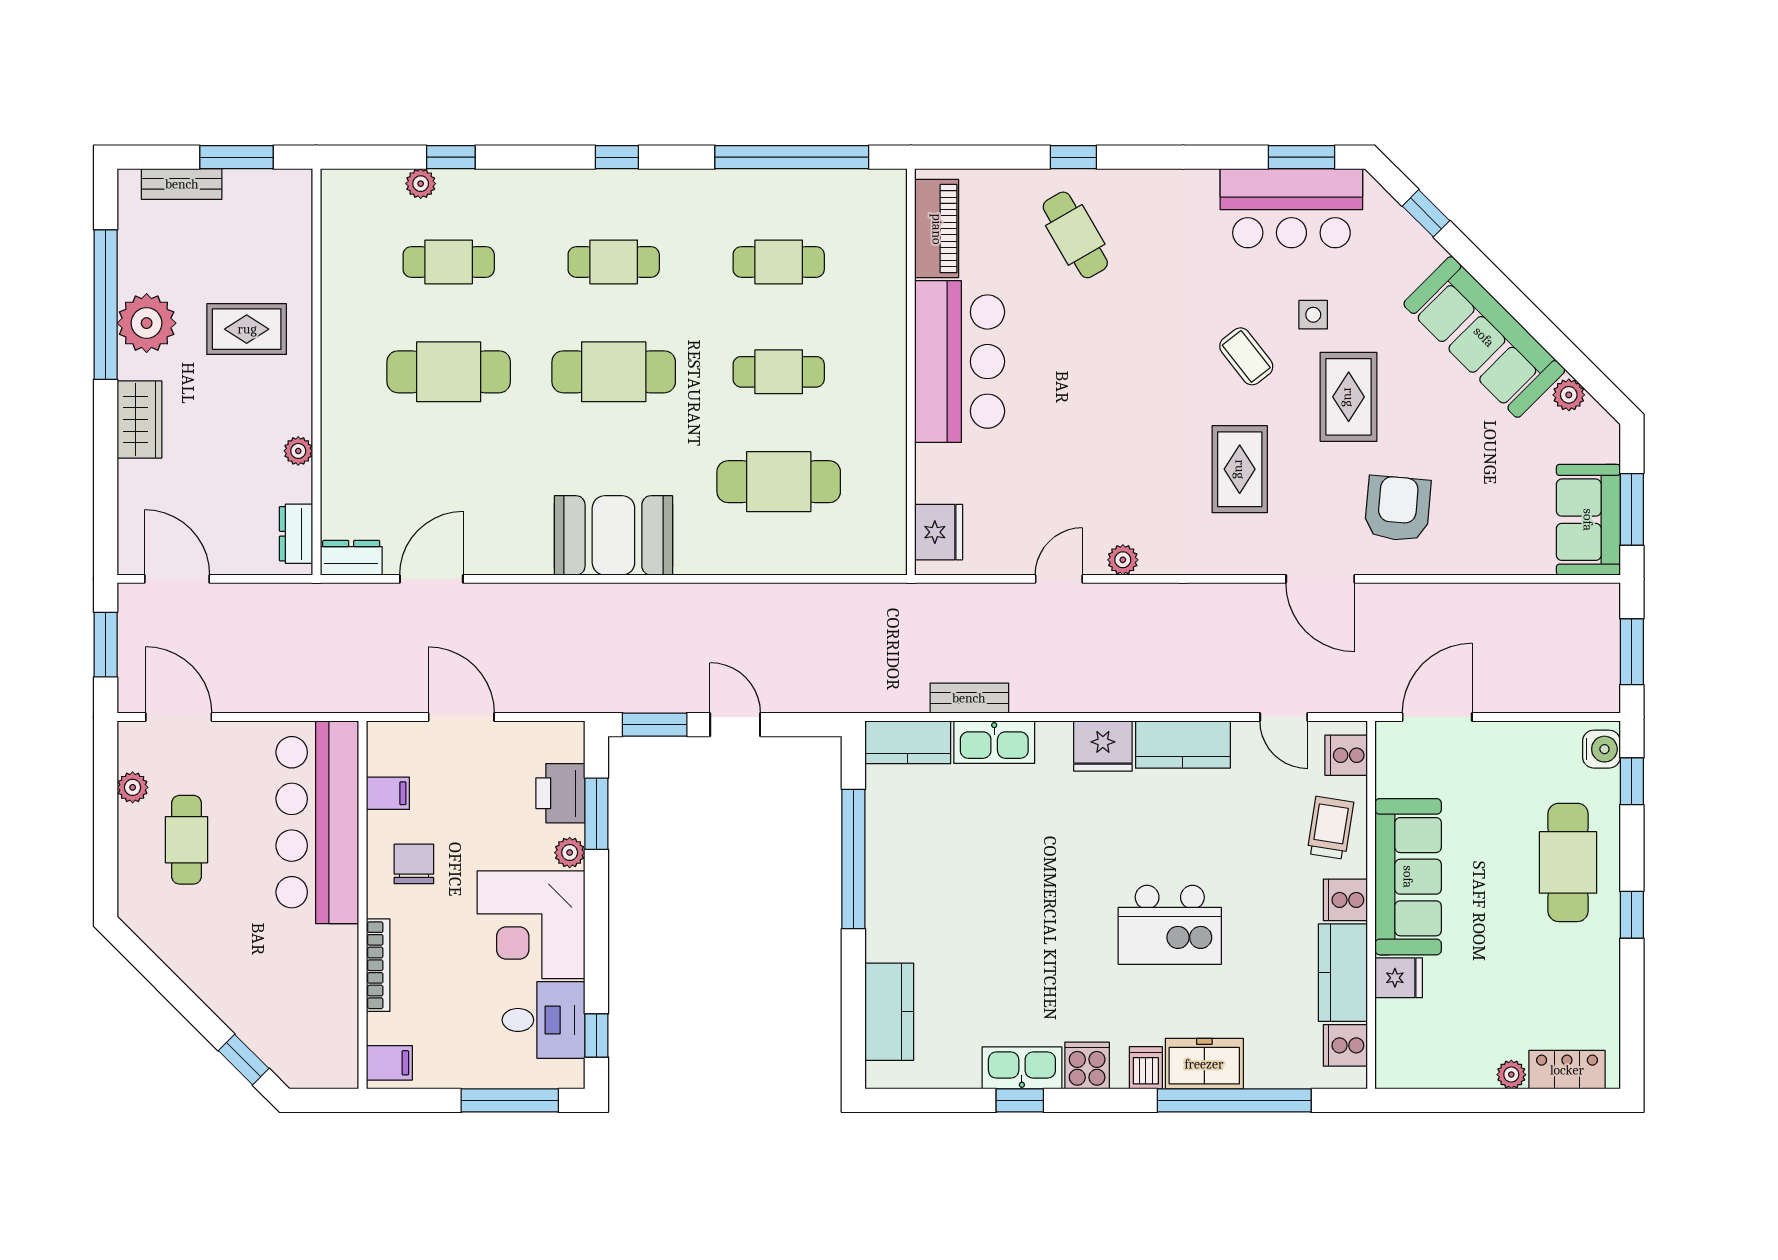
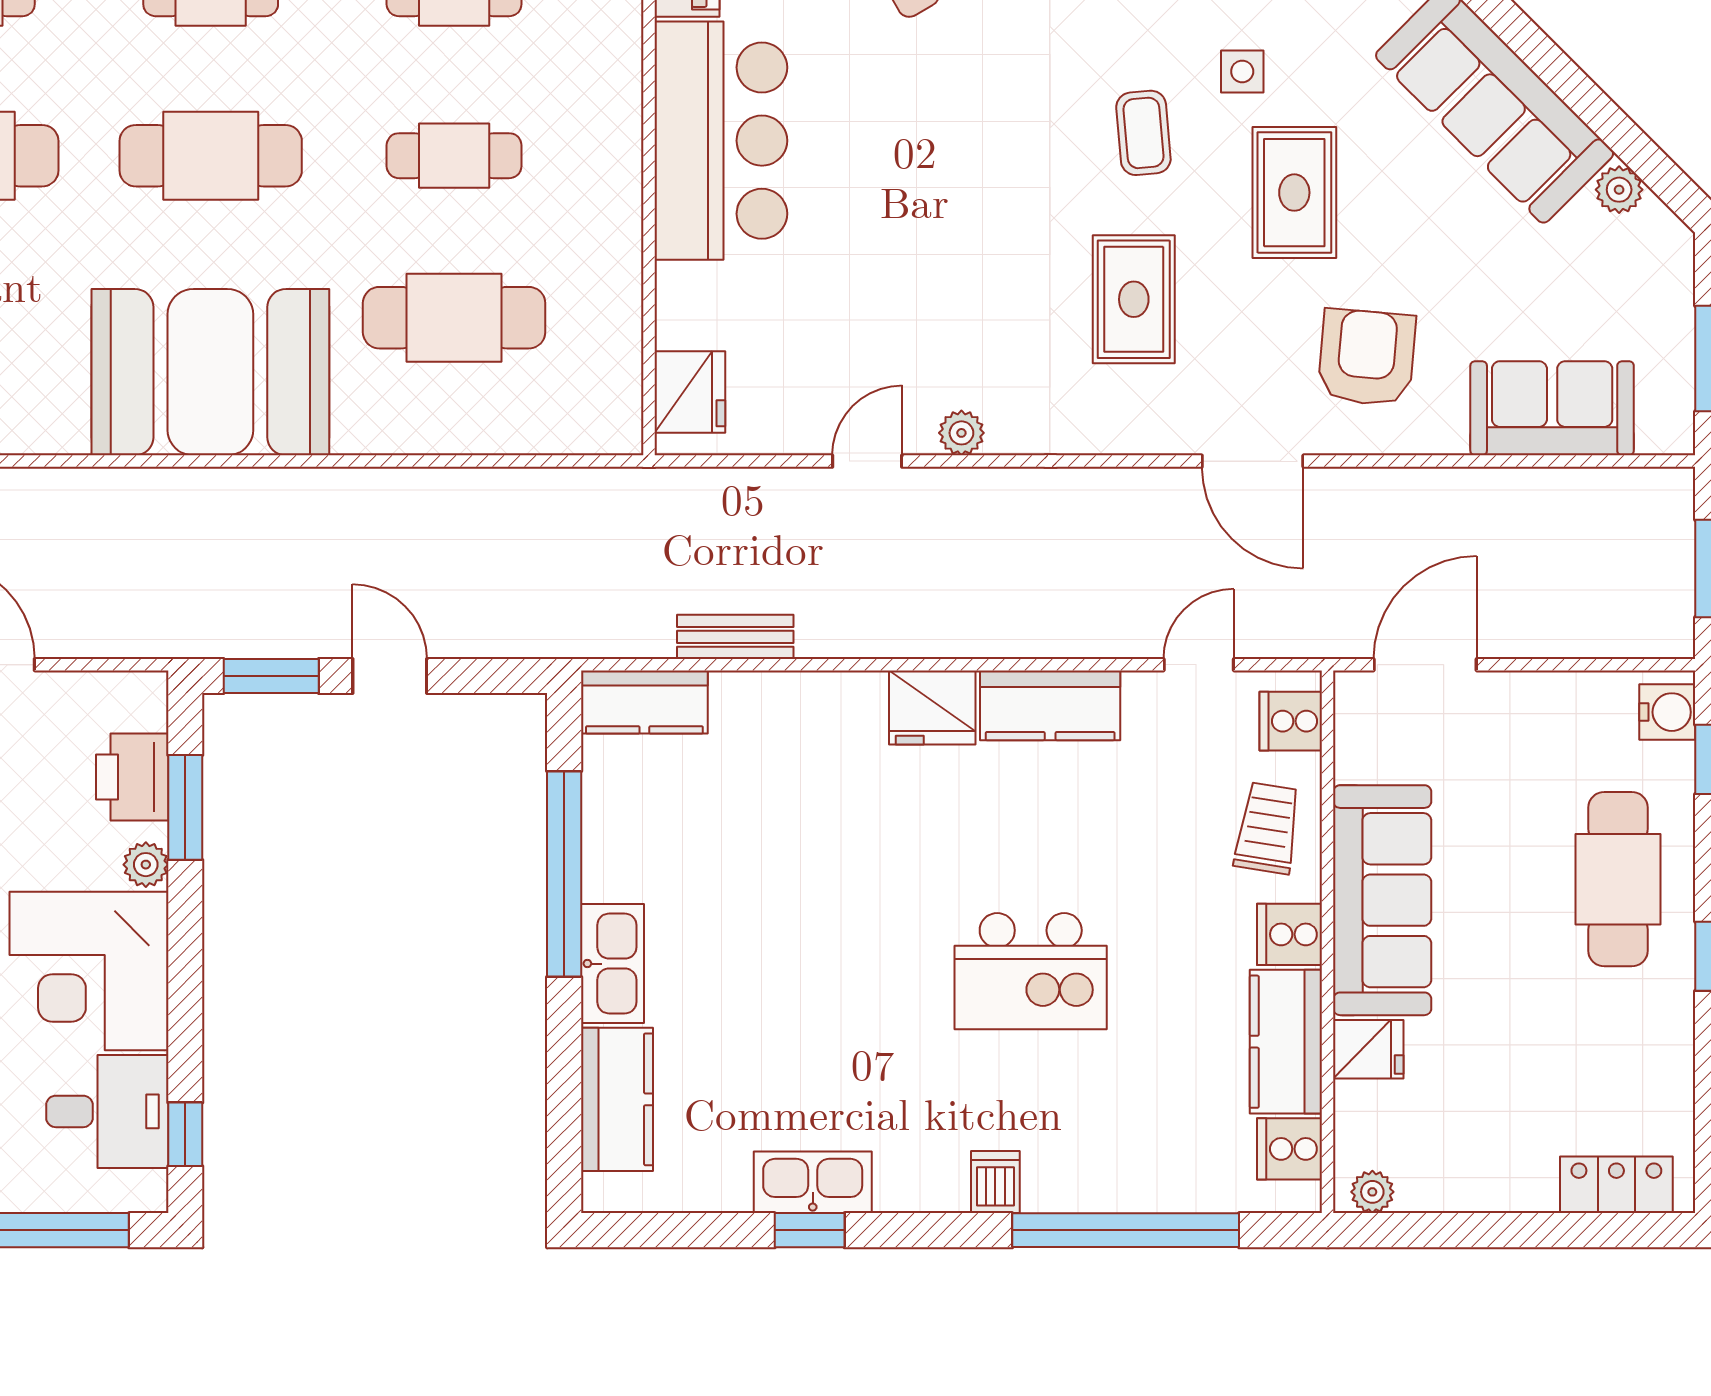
coffee table: (1246, 356) -> (1143, 133), turned 33
sofa: (1588, 520) -> (1552, 408), moved, turned 90
booth: (613, 535) -> (210, 372), width x1.36, depth x1.42
door: (1284, 717) -> (1199, 665), swing flipped
kitchen sink: (994, 742) -> (613, 964), moved, turned -90
freezer: (1204, 1064) -> (1082, 1176), removed
cooker: (1087, 1066) -> (909, 1179), removed
plant: (1511, 1075) -> (1372, 1192), moved

